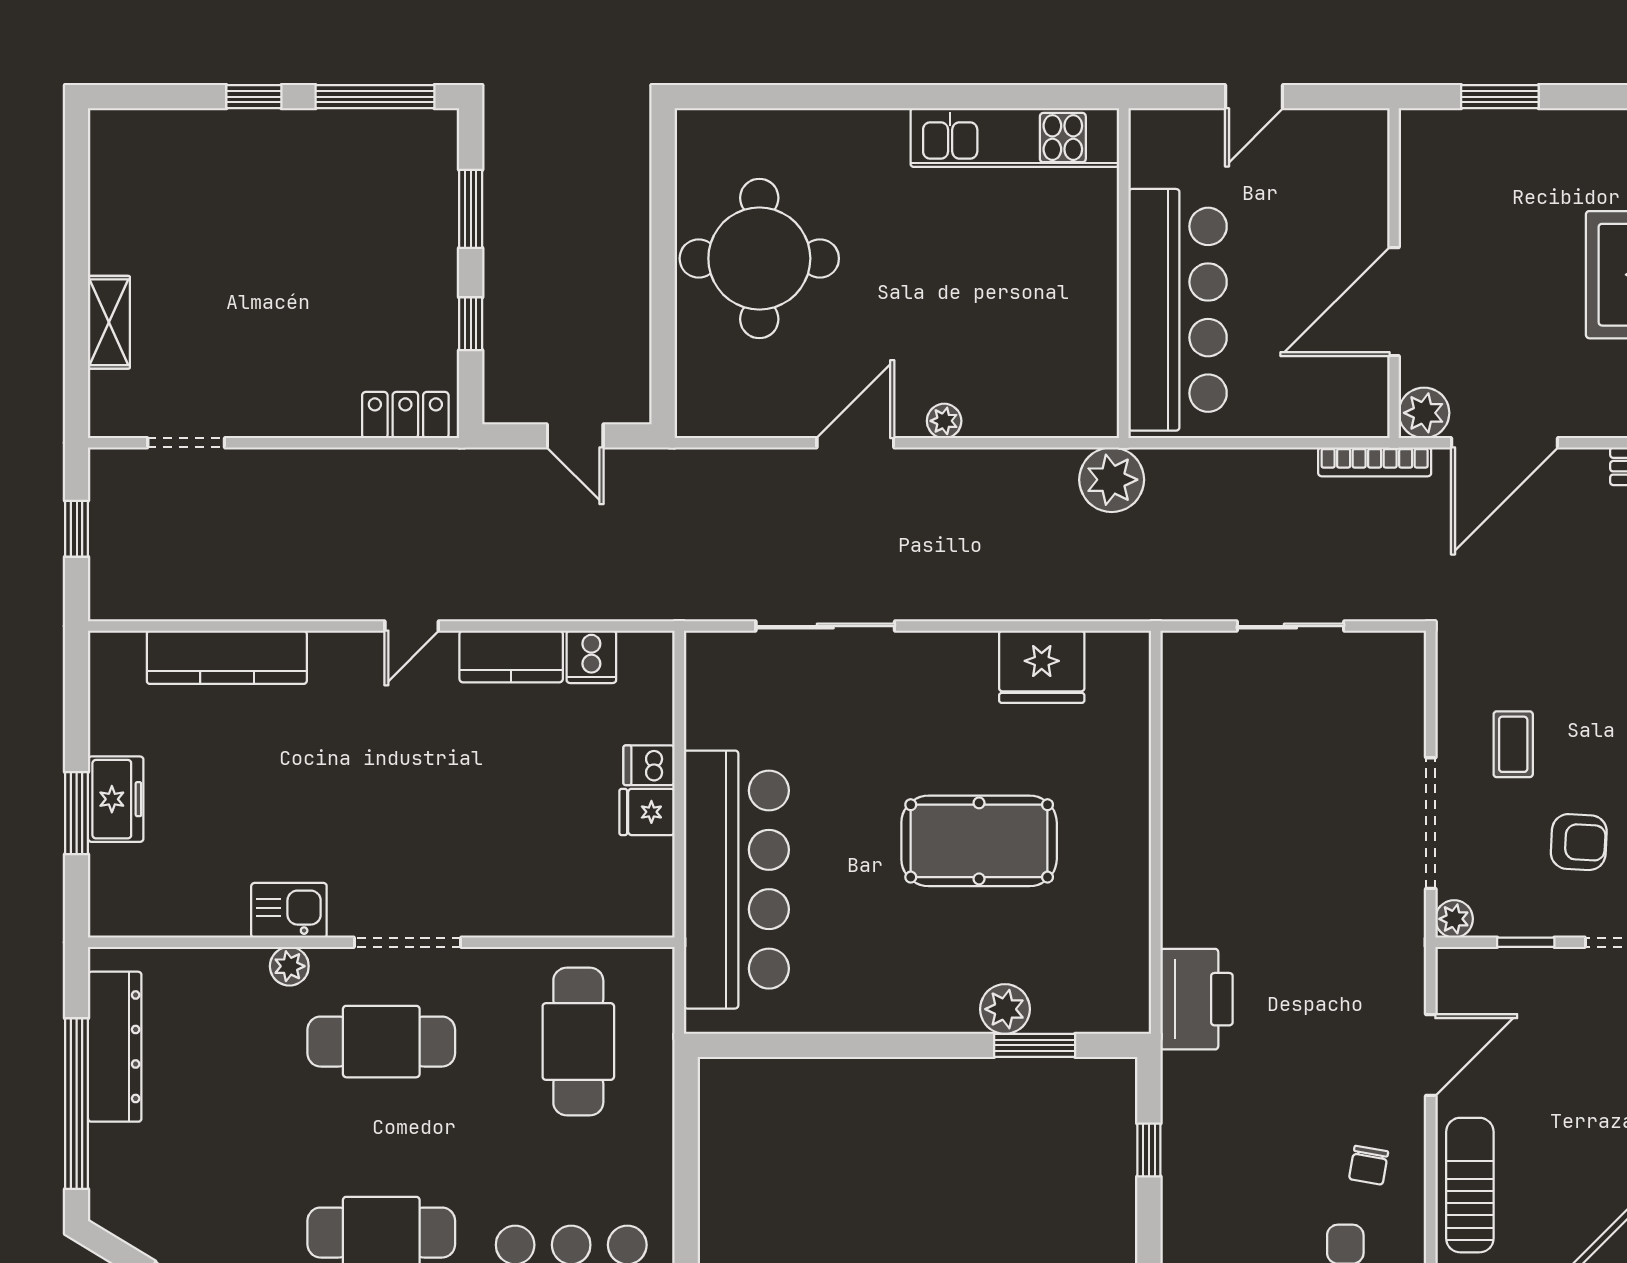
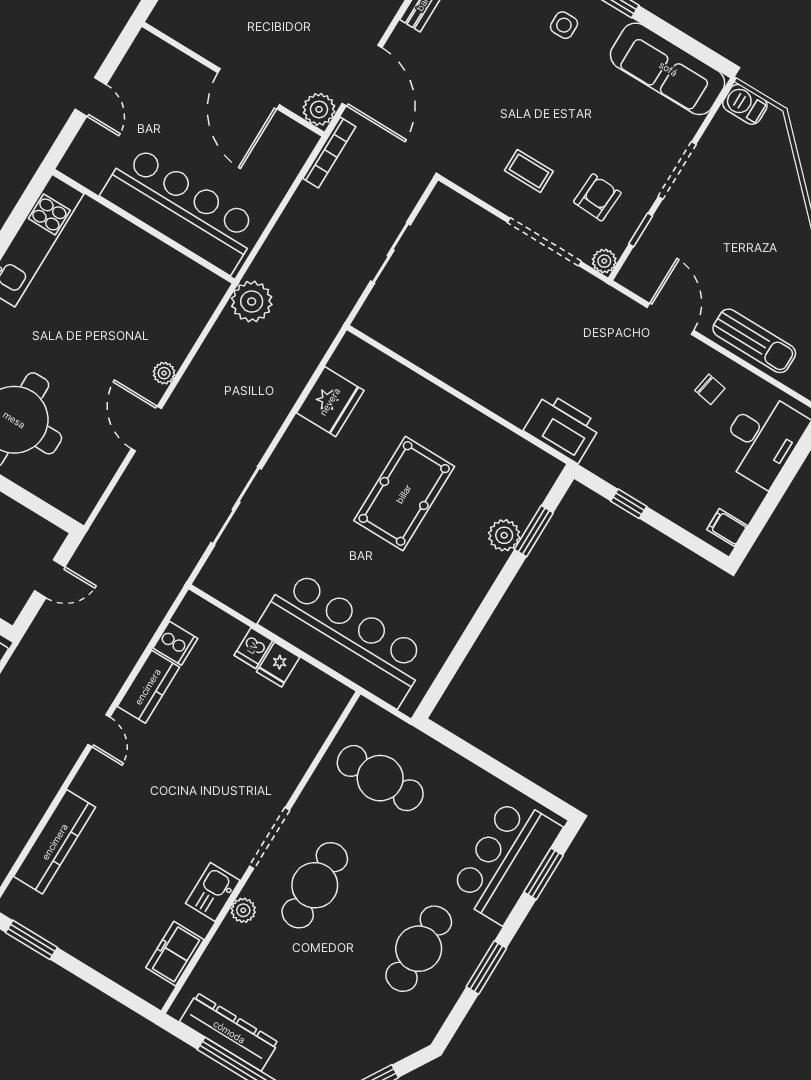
freezer: (116, 799) -> (175, 954), moved, turned -90
window: (77, 813) -> (31, 940), moved
armchair: (1579, 842) -> (597, 197), moved
sun lounger: (1470, 1185) -> (754, 341), turned 180

